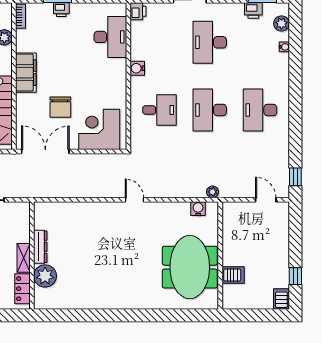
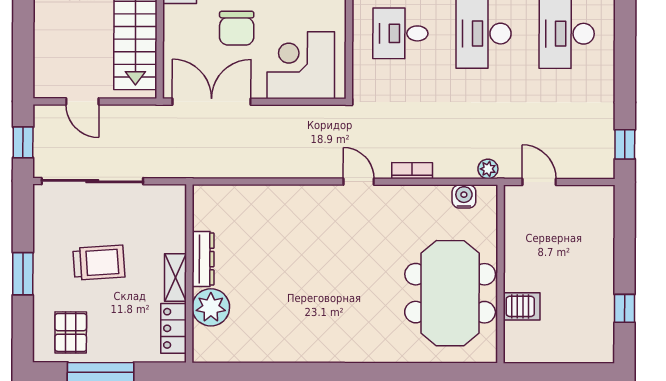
desk: (159, 110) -> (400, 33), turned 180
bookcase: (167, 193) -> (412, 171), added
door: (266, 200) -> (539, 182), moved
server rack: (281, 299) -> (601, 346), removed

